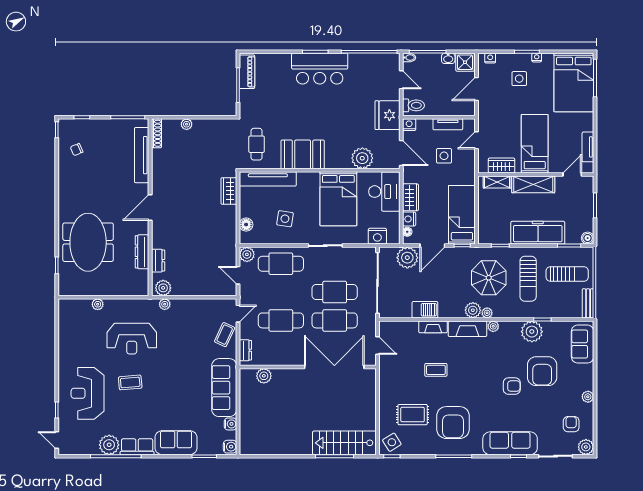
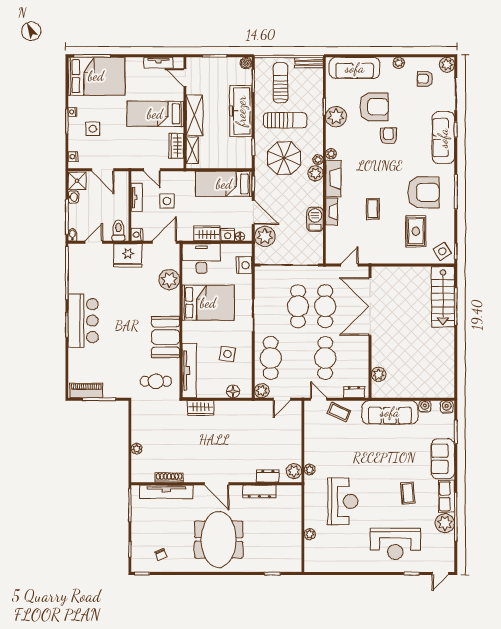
shoe rack: (157, 133) -> (169, 478), moved
meeting table: (88, 242) -> (219, 539), moved, turned 90
sofa: (583, 344) -> (355, 68), width x1.36
coffee table: (130, 382) -> (408, 493), moved

